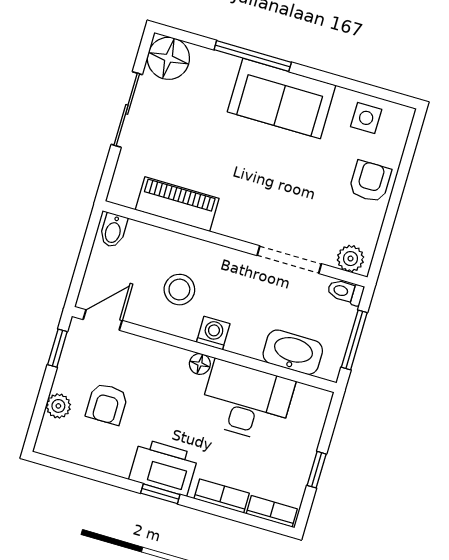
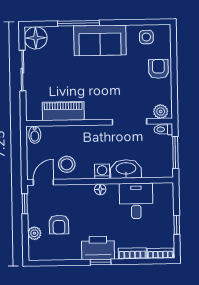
stool: (179, 290) -> (67, 164), moved
washbasin: (293, 352) -> (126, 169), moved
desk: (246, 401) -> (136, 201), width x0.73

